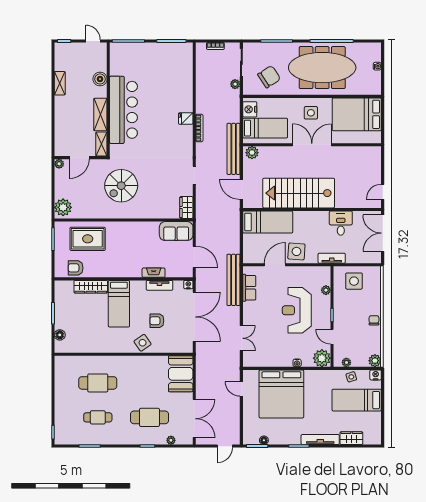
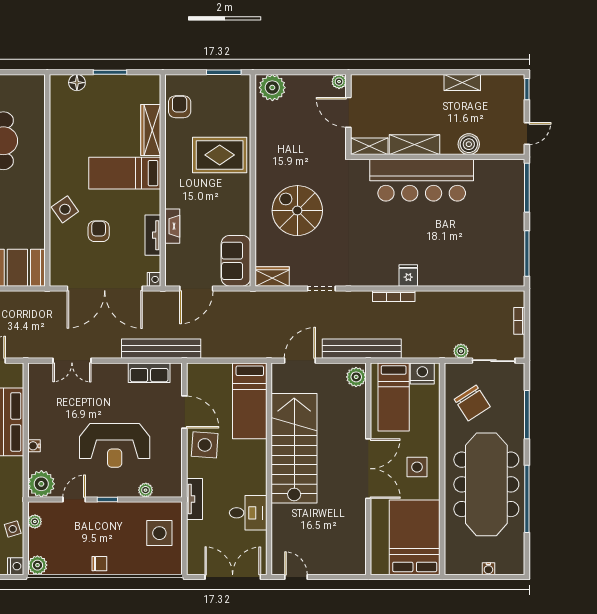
spiral stairs: (121, 186) -> (297, 211), moved
rug: (88, 239) -> (220, 155), moved, turned 90
reception desk: (297, 310) -> (115, 445), turned 180

